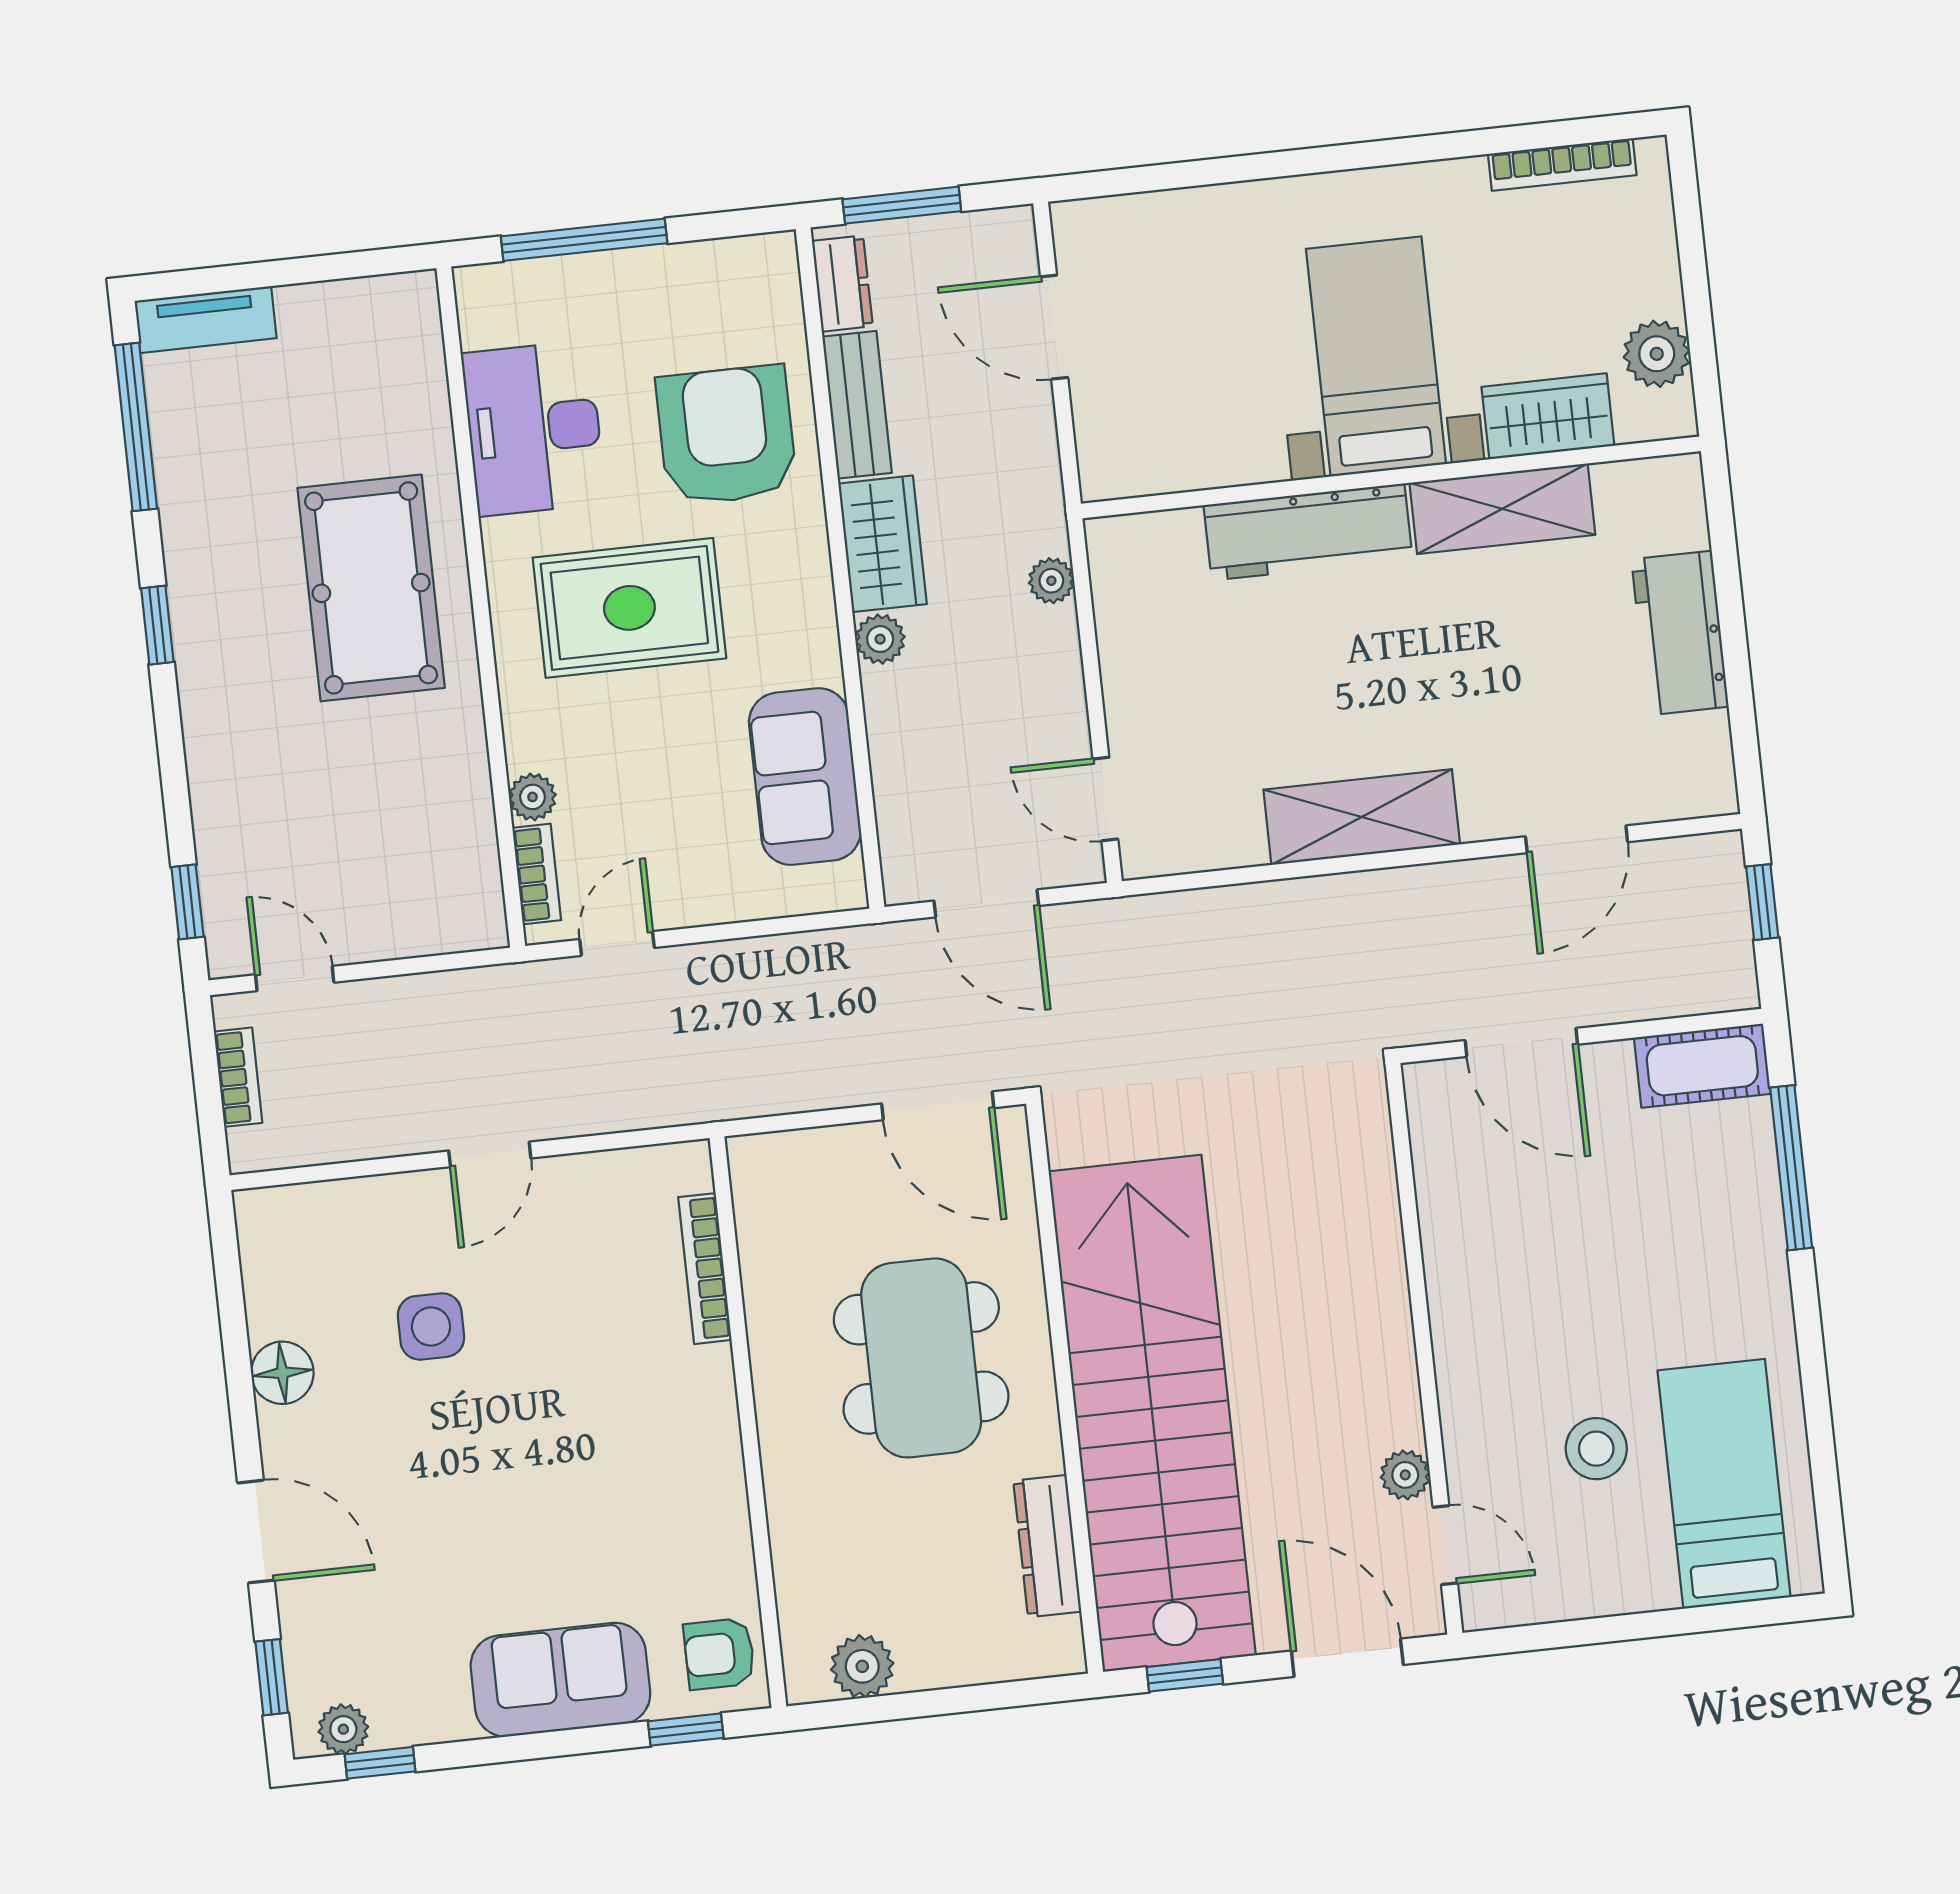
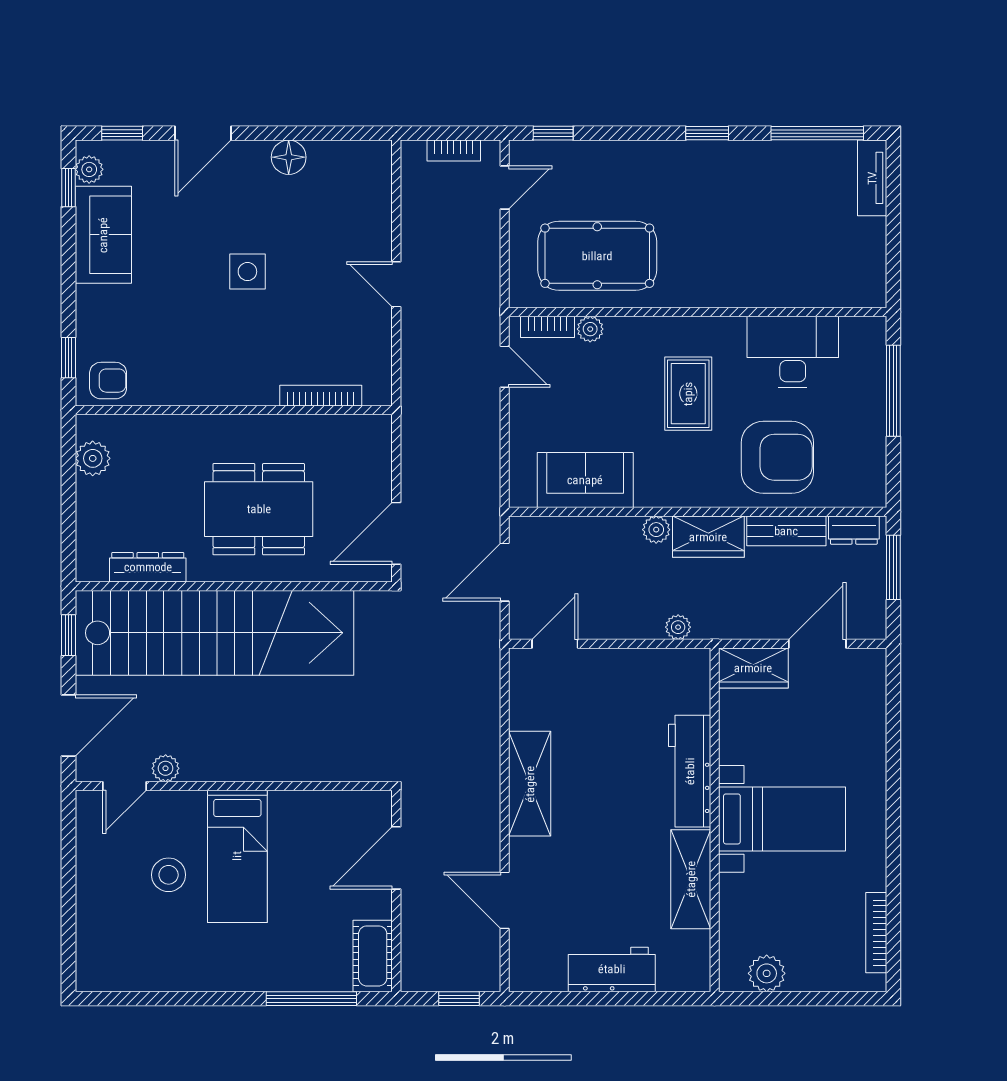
wardrobe: (1548, 416) -> (753, 668), moved, turned 90
pool table: (371, 588) -> (597, 256), moved
rug: (629, 608) -> (688, 394), width x0.73, depth x0.70
side table: (431, 1326) -> (247, 272), moved
bed: (1724, 1484) -> (237, 856), moved, turned 90
armchair: (719, 1654) -> (108, 381), turned 90
sofa: (560, 1680) -> (103, 235), moved

